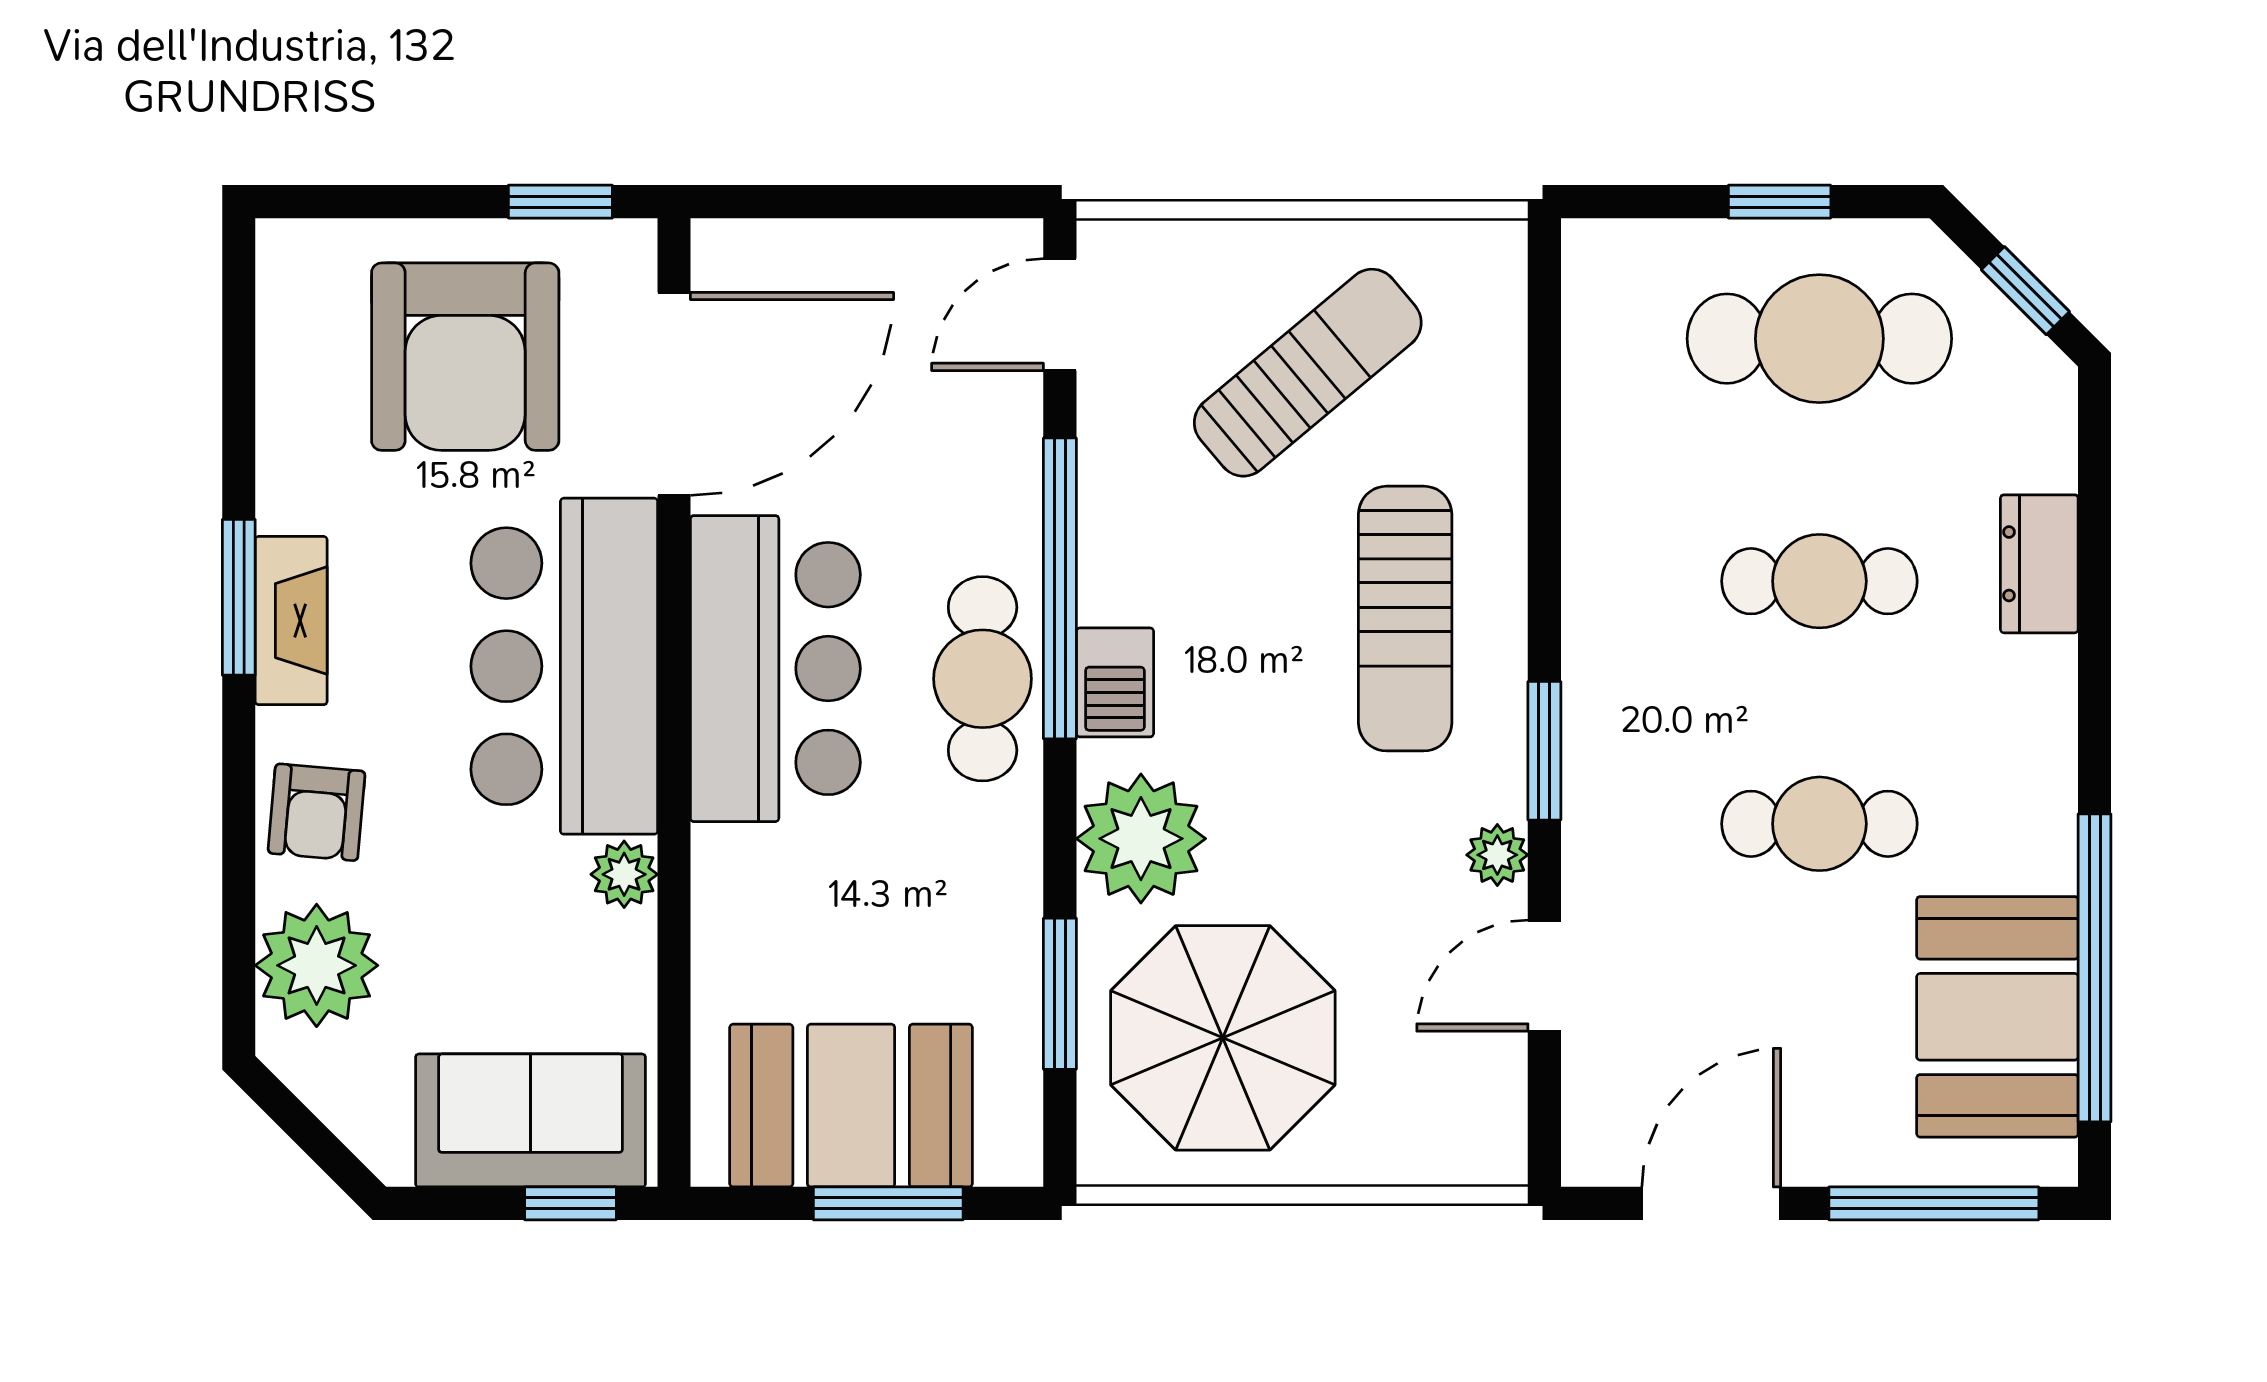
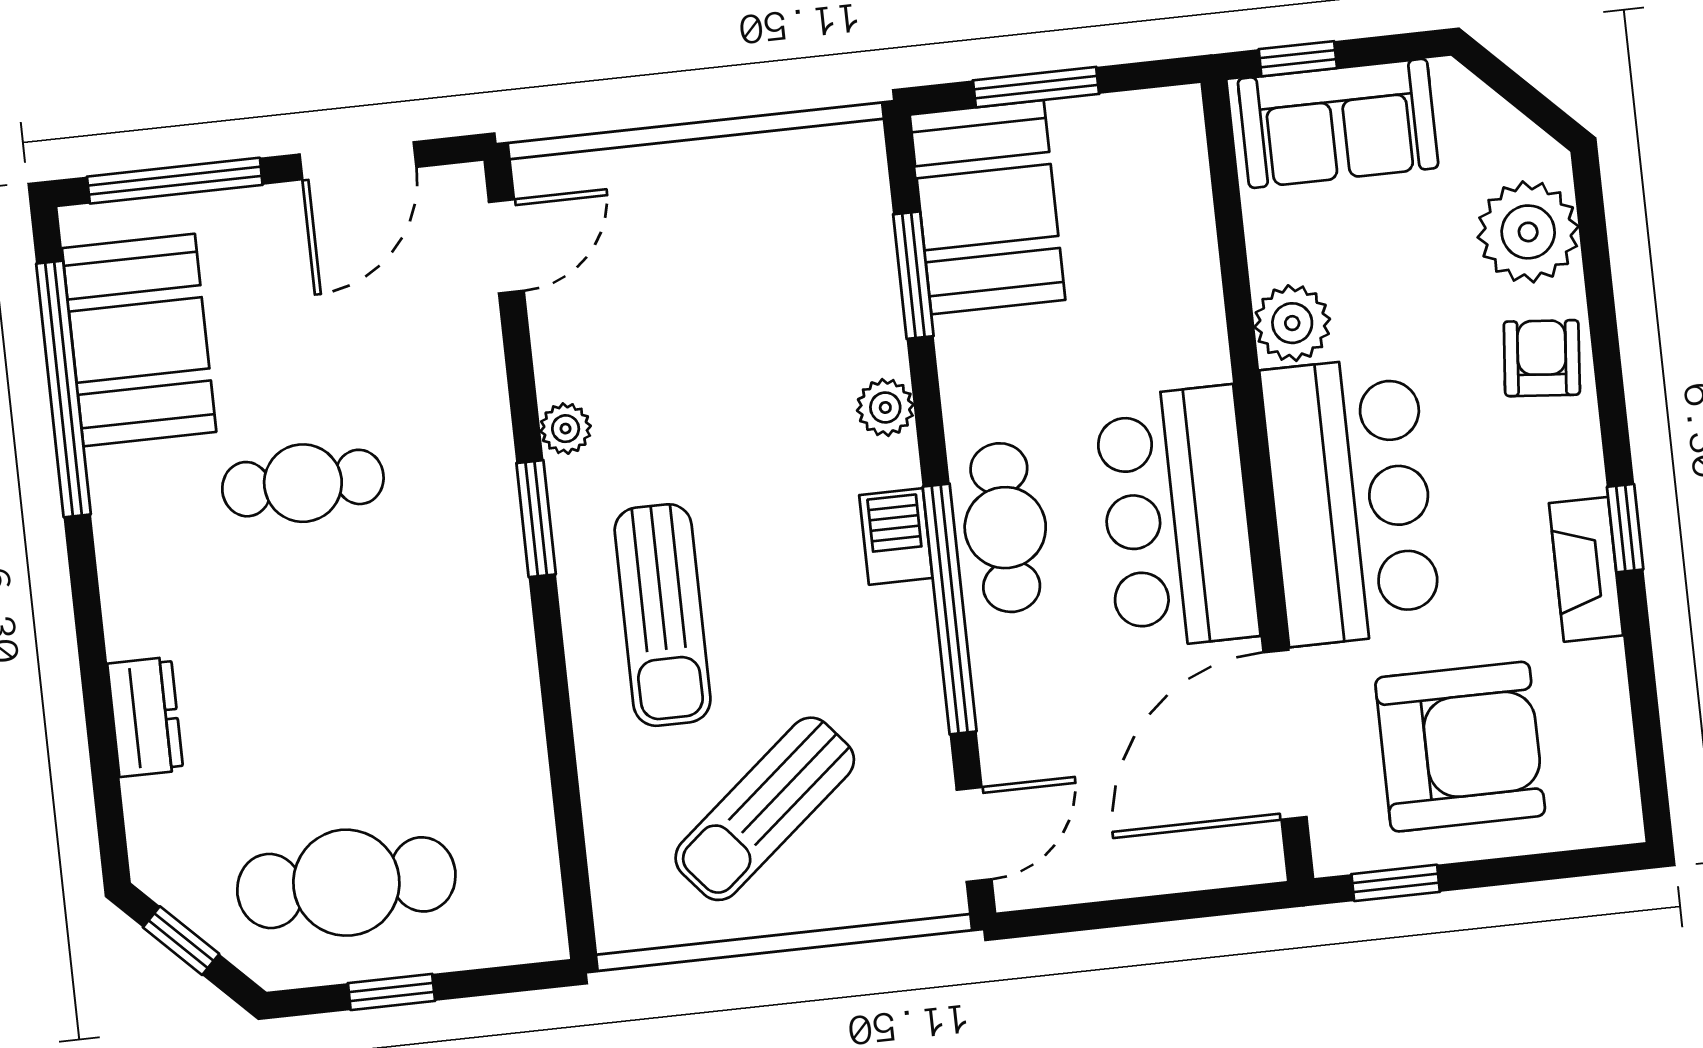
armchair: (465, 357) -> (1460, 747), turned 90
cafe table: (1819, 581) -> (325, 683), removed
window: (239, 597) -> (1625, 528), width x0.67
sun lounger: (1405, 619) -> (663, 615), turned 180
fireplace: (291, 621) -> (1586, 569), moved
plant: (1141, 839) -> (885, 408), width x0.53, depth x0.53
plant: (624, 874) -> (1292, 323), width x1.38, depth x1.38
door: (1544, 976) -> (506, 246), moved
parasol: (1223, 1038) -> (775, 253), removed
booth: (851, 1106) -> (988, 207), moved, turned 90

